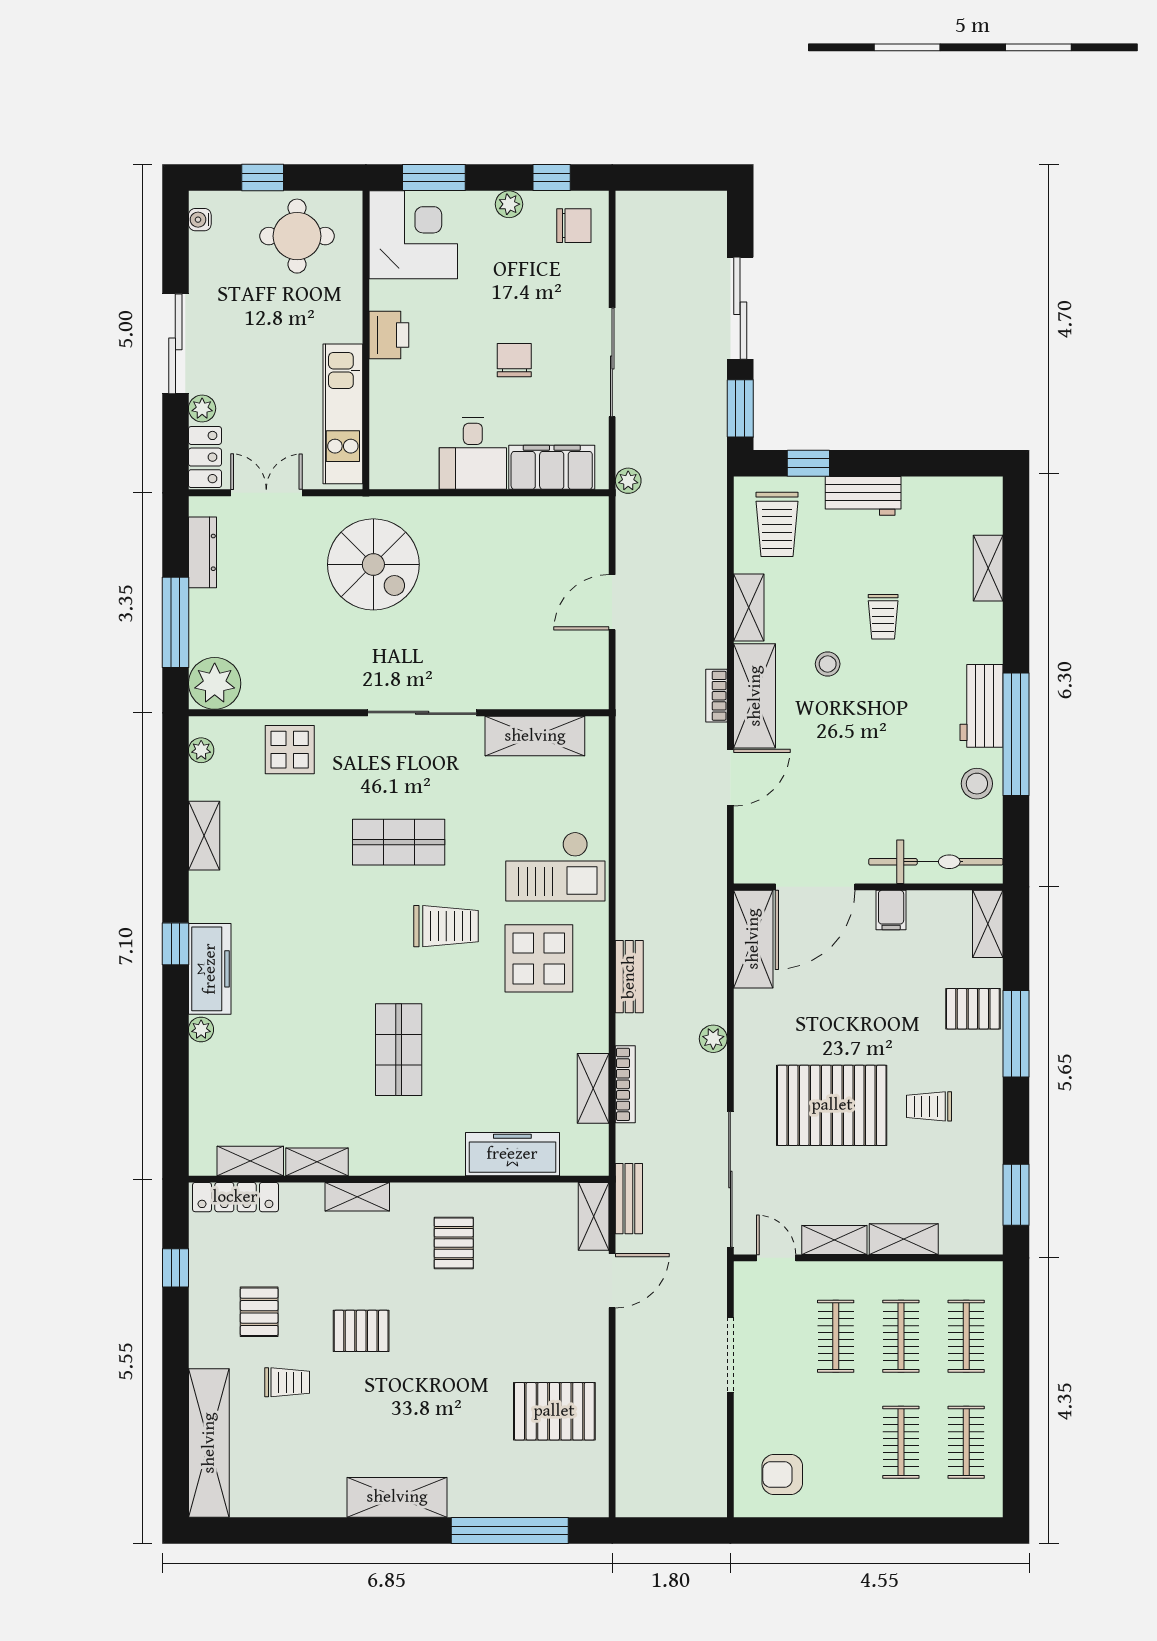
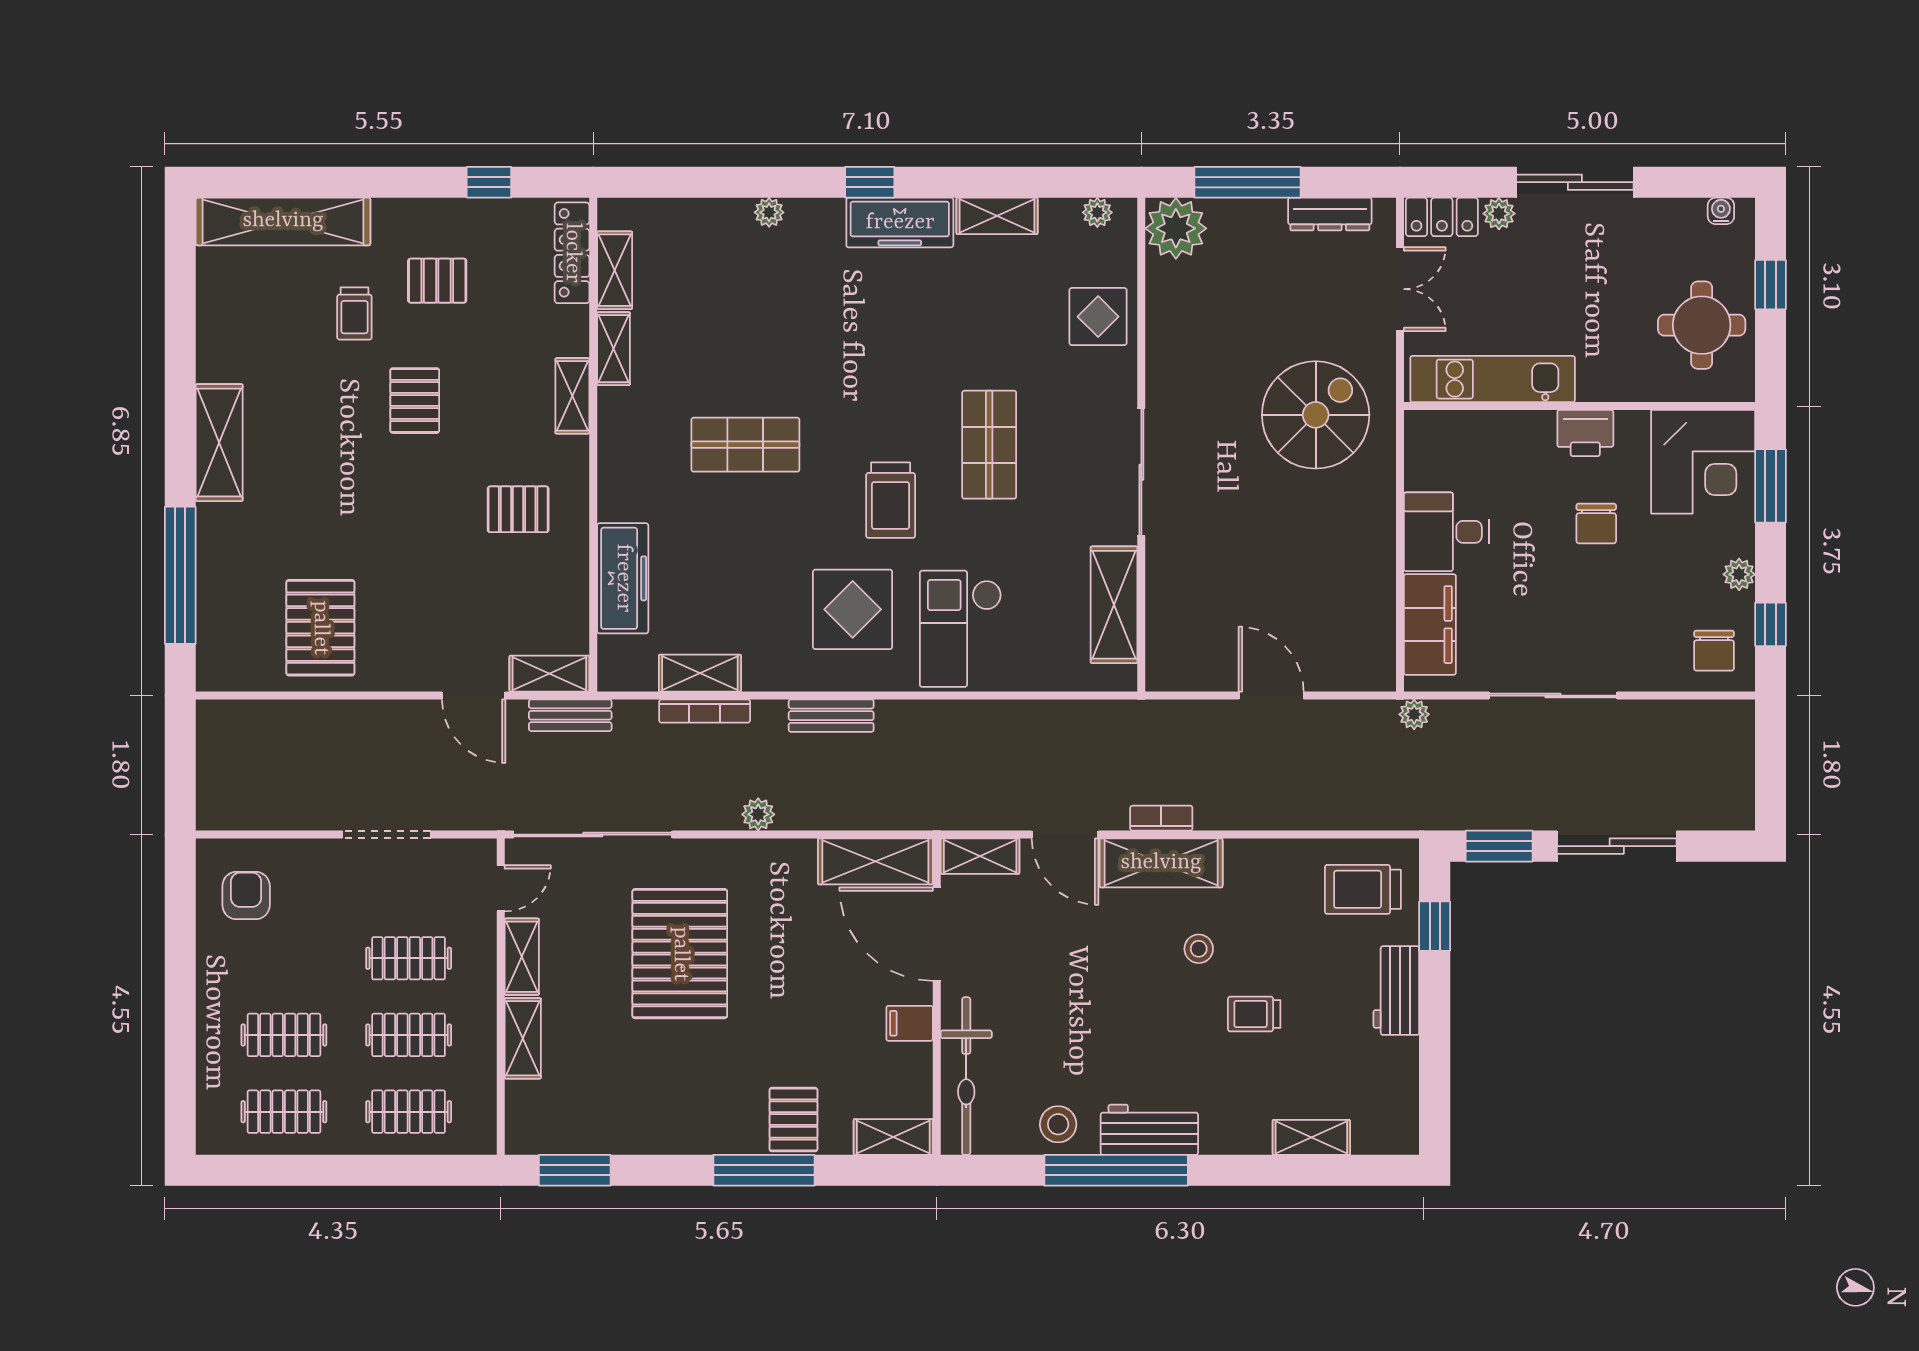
chair: (514, 360) -> (1596, 524), moved, turned 90
spiral stairs: (373, 564) -> (1316, 415), turned 180
shelving: (749, 608) -> (980, 856), moved
freezer: (210, 969) -> (900, 223), moved
trolley: (929, 1106) -> (679, 1068), removed

